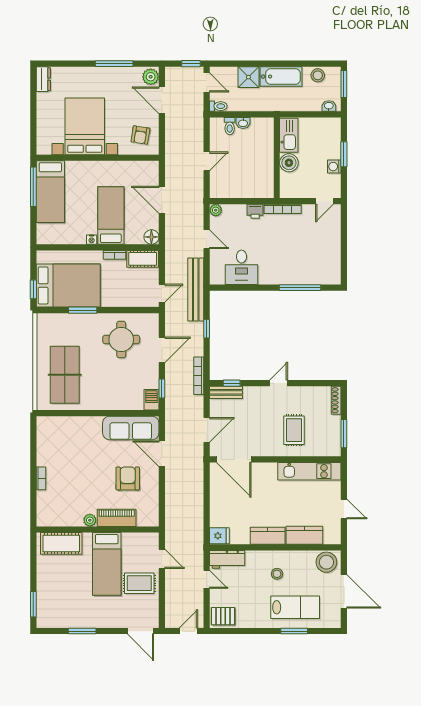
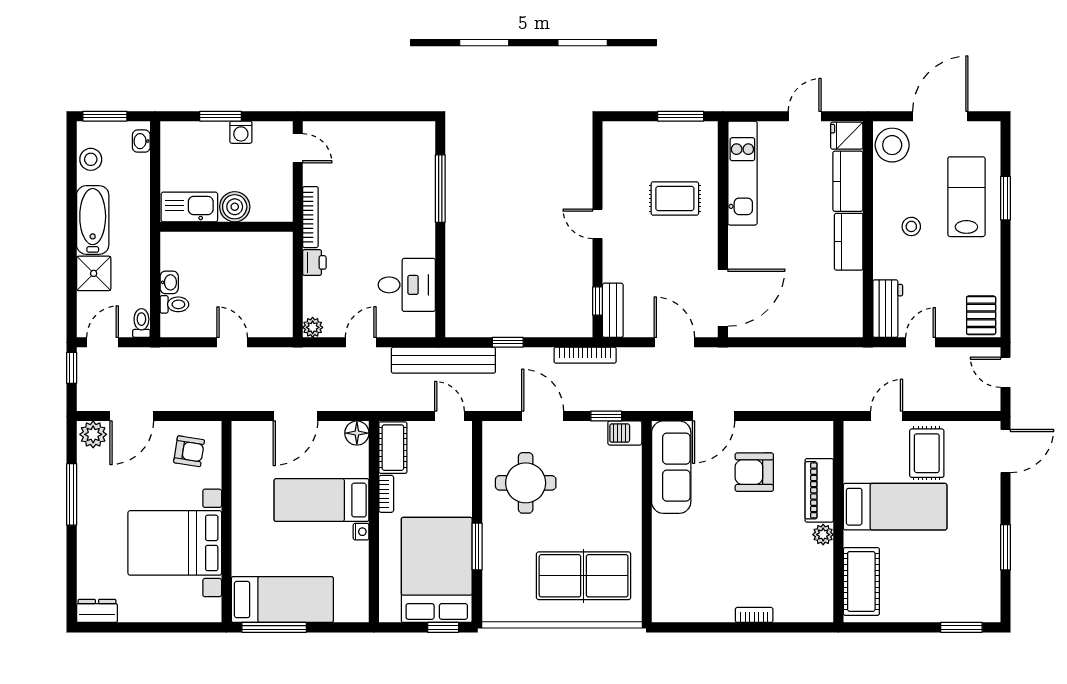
shoe rack: (336, 400) -> (626, 129), removed
fridge: (219, 536) -> (847, 136), moved, turned -90

